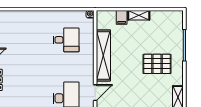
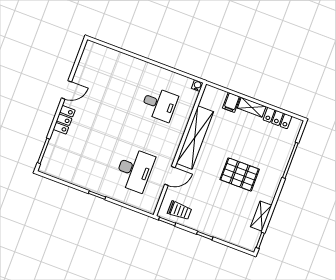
locker: (162, 16) -> (277, 118), added
pallet: (157, 64) -> (240, 174), moved

